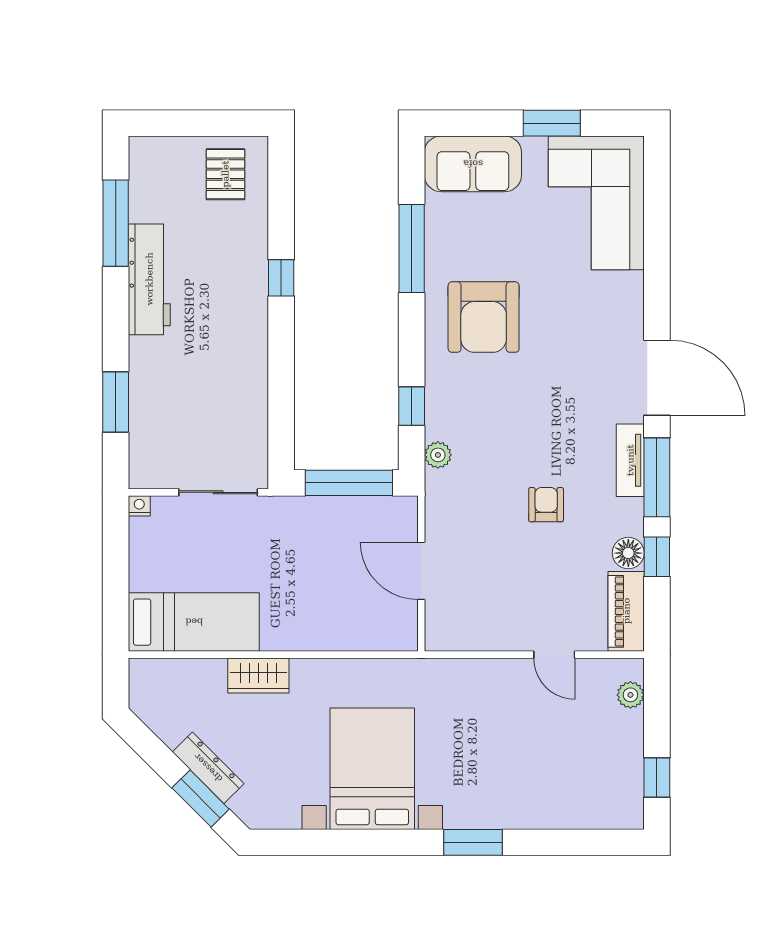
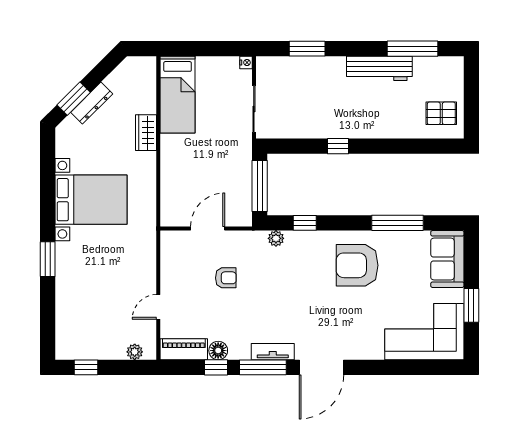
window: (281, 278) -> (338, 146), moved
armchair: (546, 505) -> (226, 278), moved

